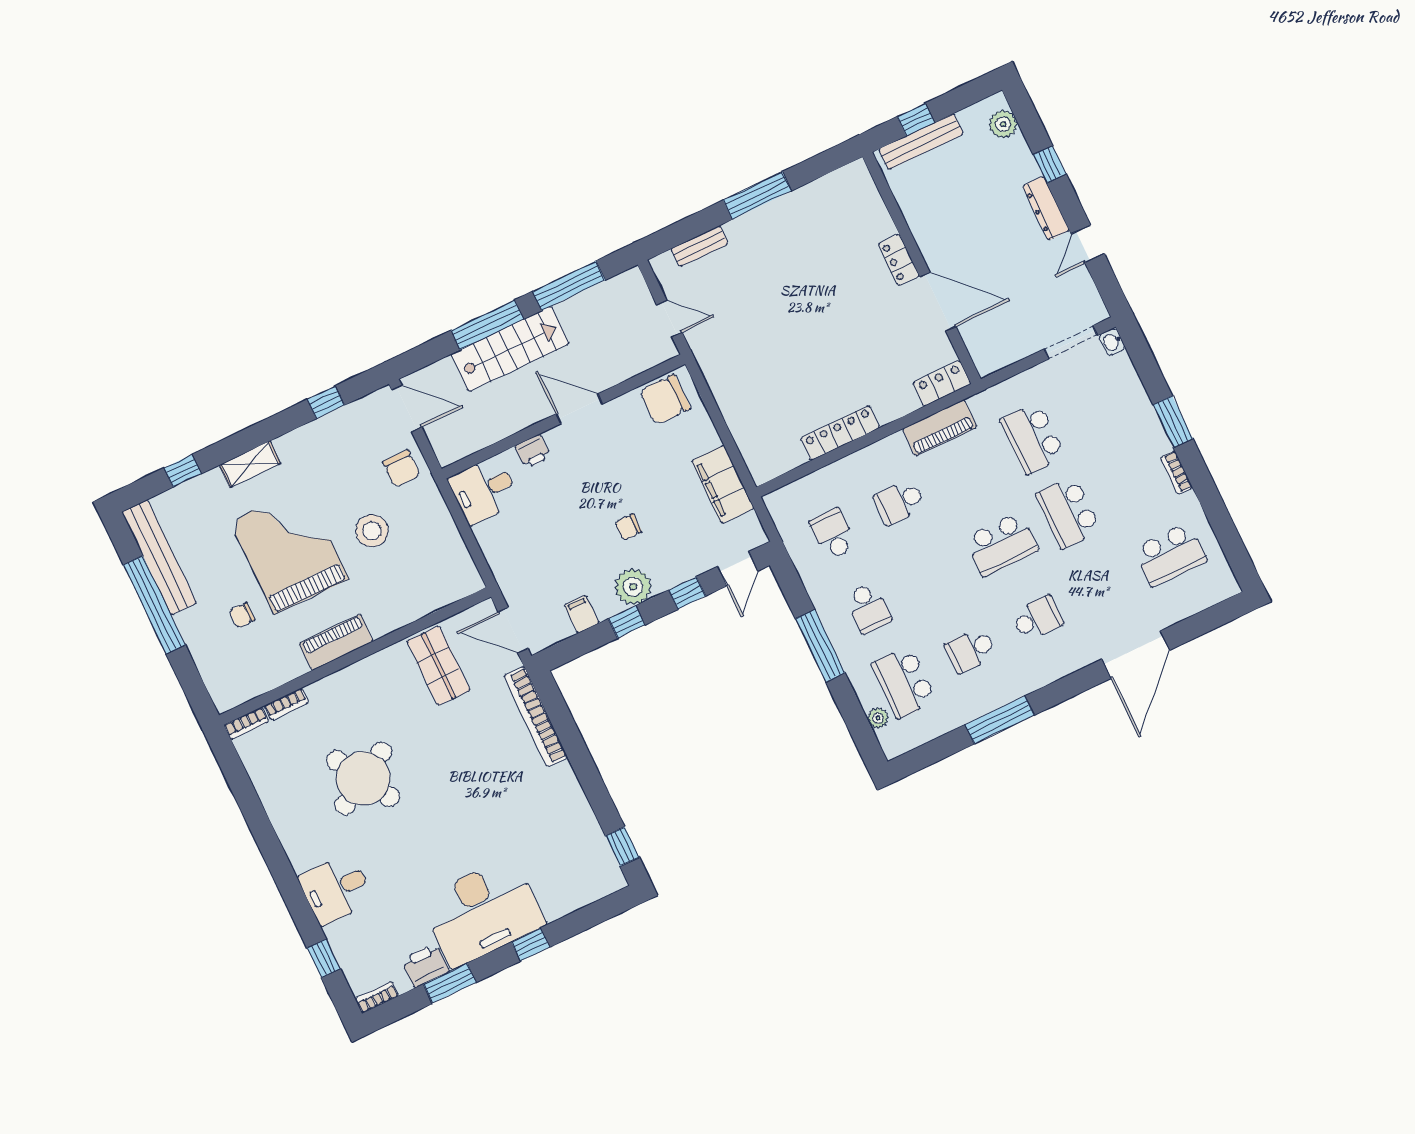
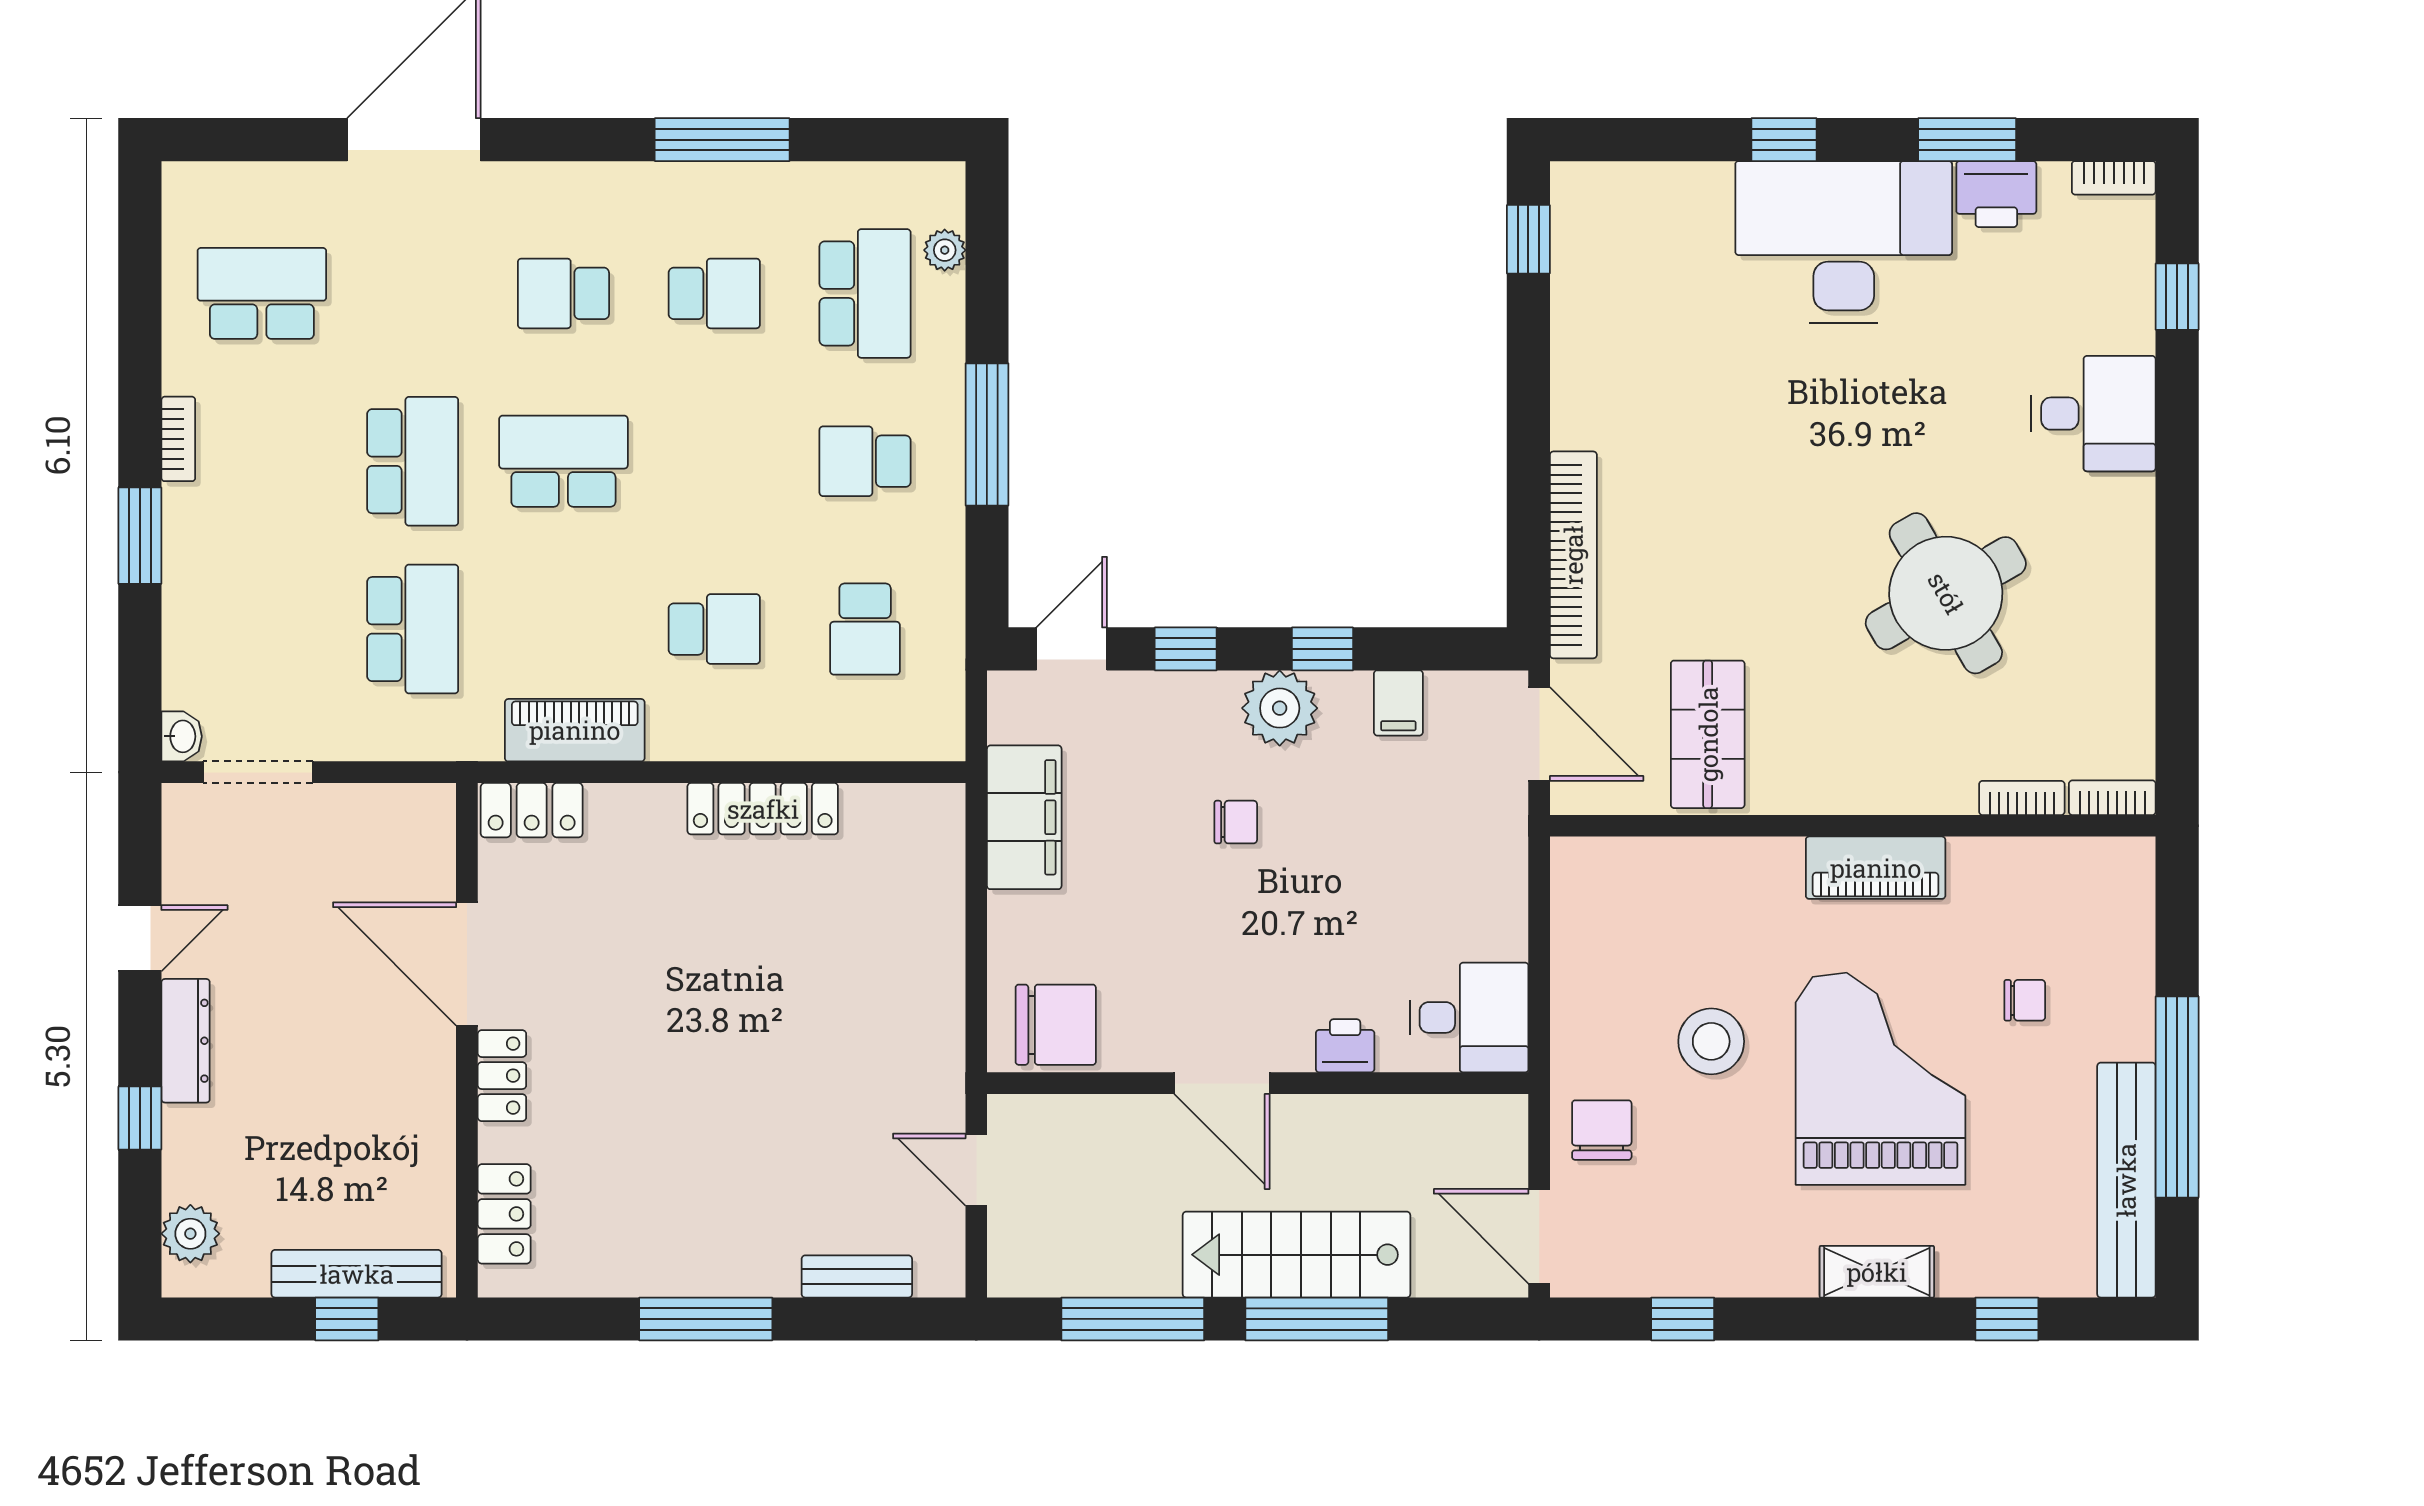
locker: (869, 199) -> (504, 1214), added
grand piano: (289, 550) -> (1880, 1079), turned 180
school desk: (868, 608) -> (865, 461), turned -90

